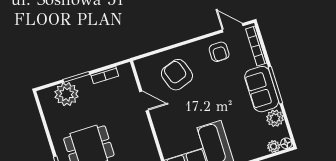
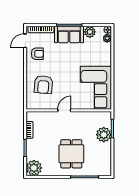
armchair: (177, 75) -> (43, 85), turned -66
plant: (66, 94) -> (34, 168), moved
door: (144, 101) -> (64, 110), moved

